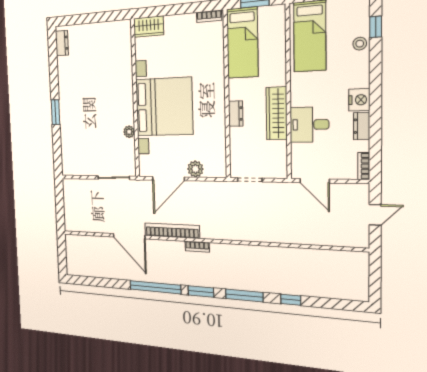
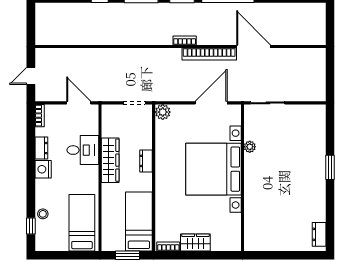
wardrobe: (149, 27) -> (195, 242), moved
plant: (195, 169) -> (163, 112), moved

